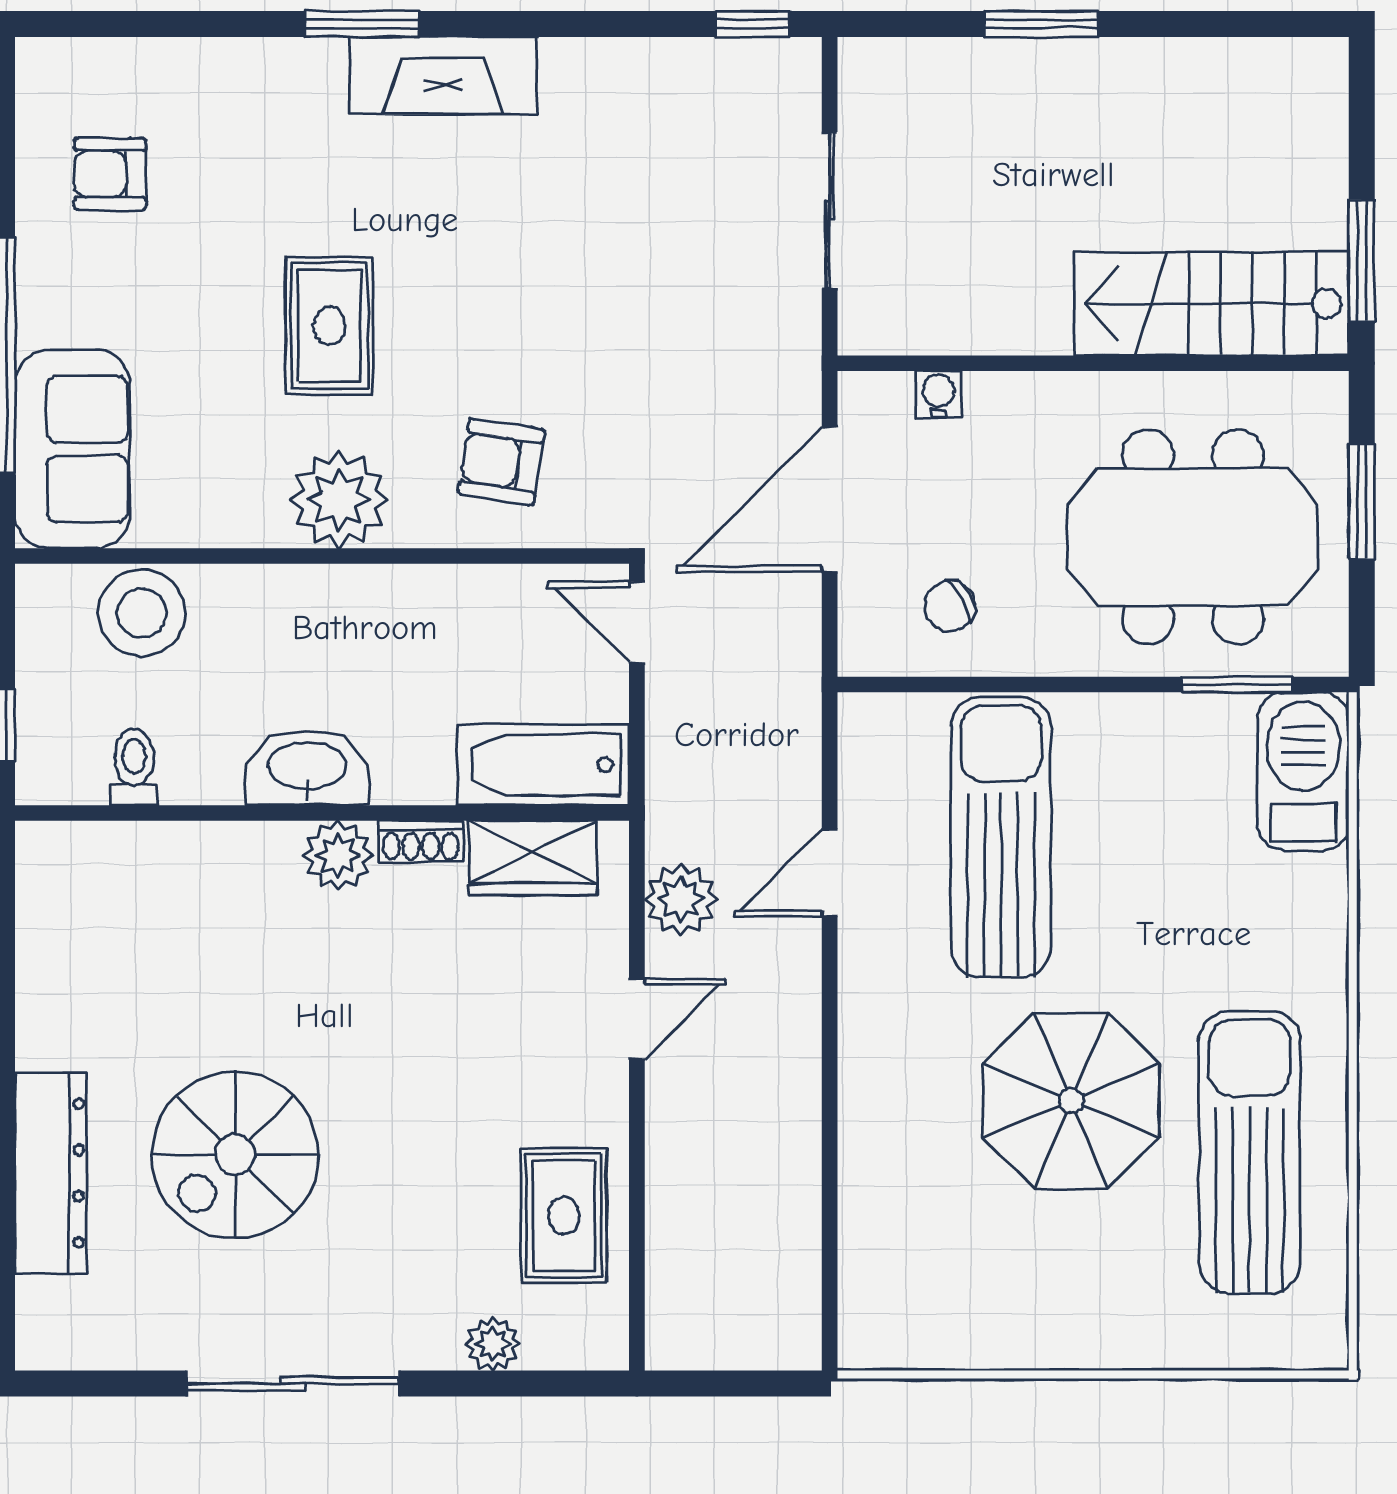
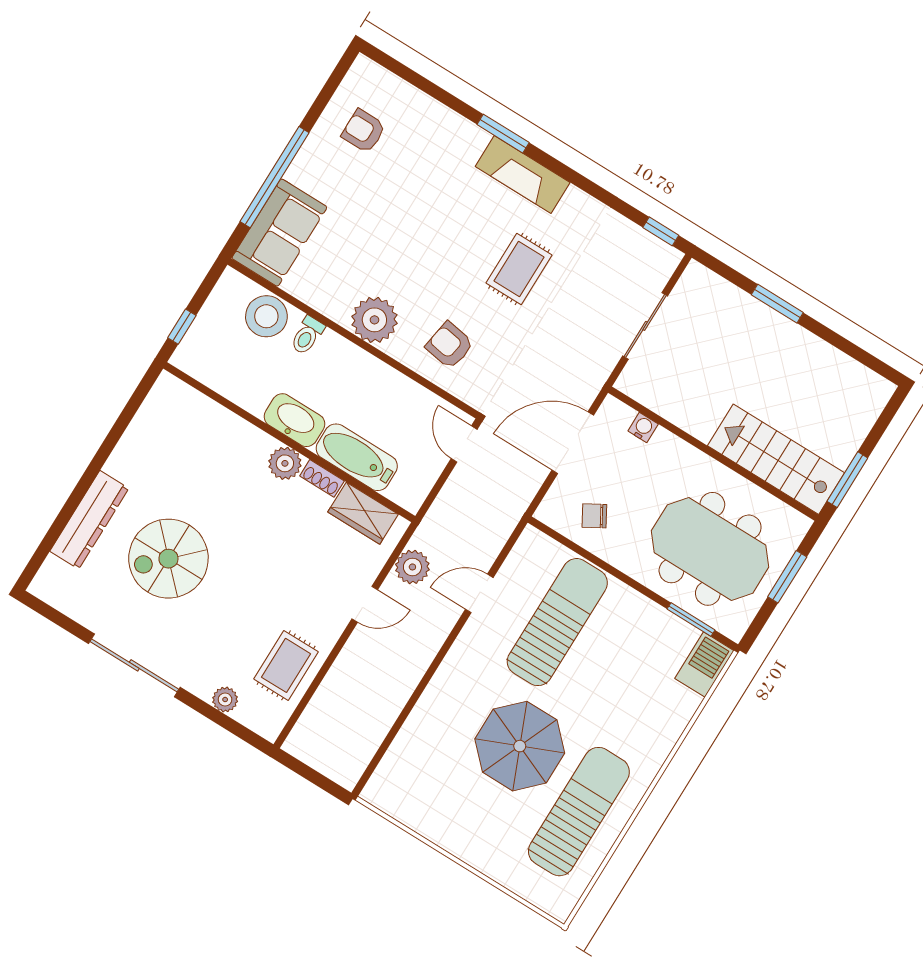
rug: (329, 326) -> (519, 269), moved
bathtub: (543, 765) -> (357, 457), moved
toilet: (134, 767) -> (307, 335), moved, turned 180
barbecue: (1303, 772) -> (704, 665), width x0.73, depth x0.83

